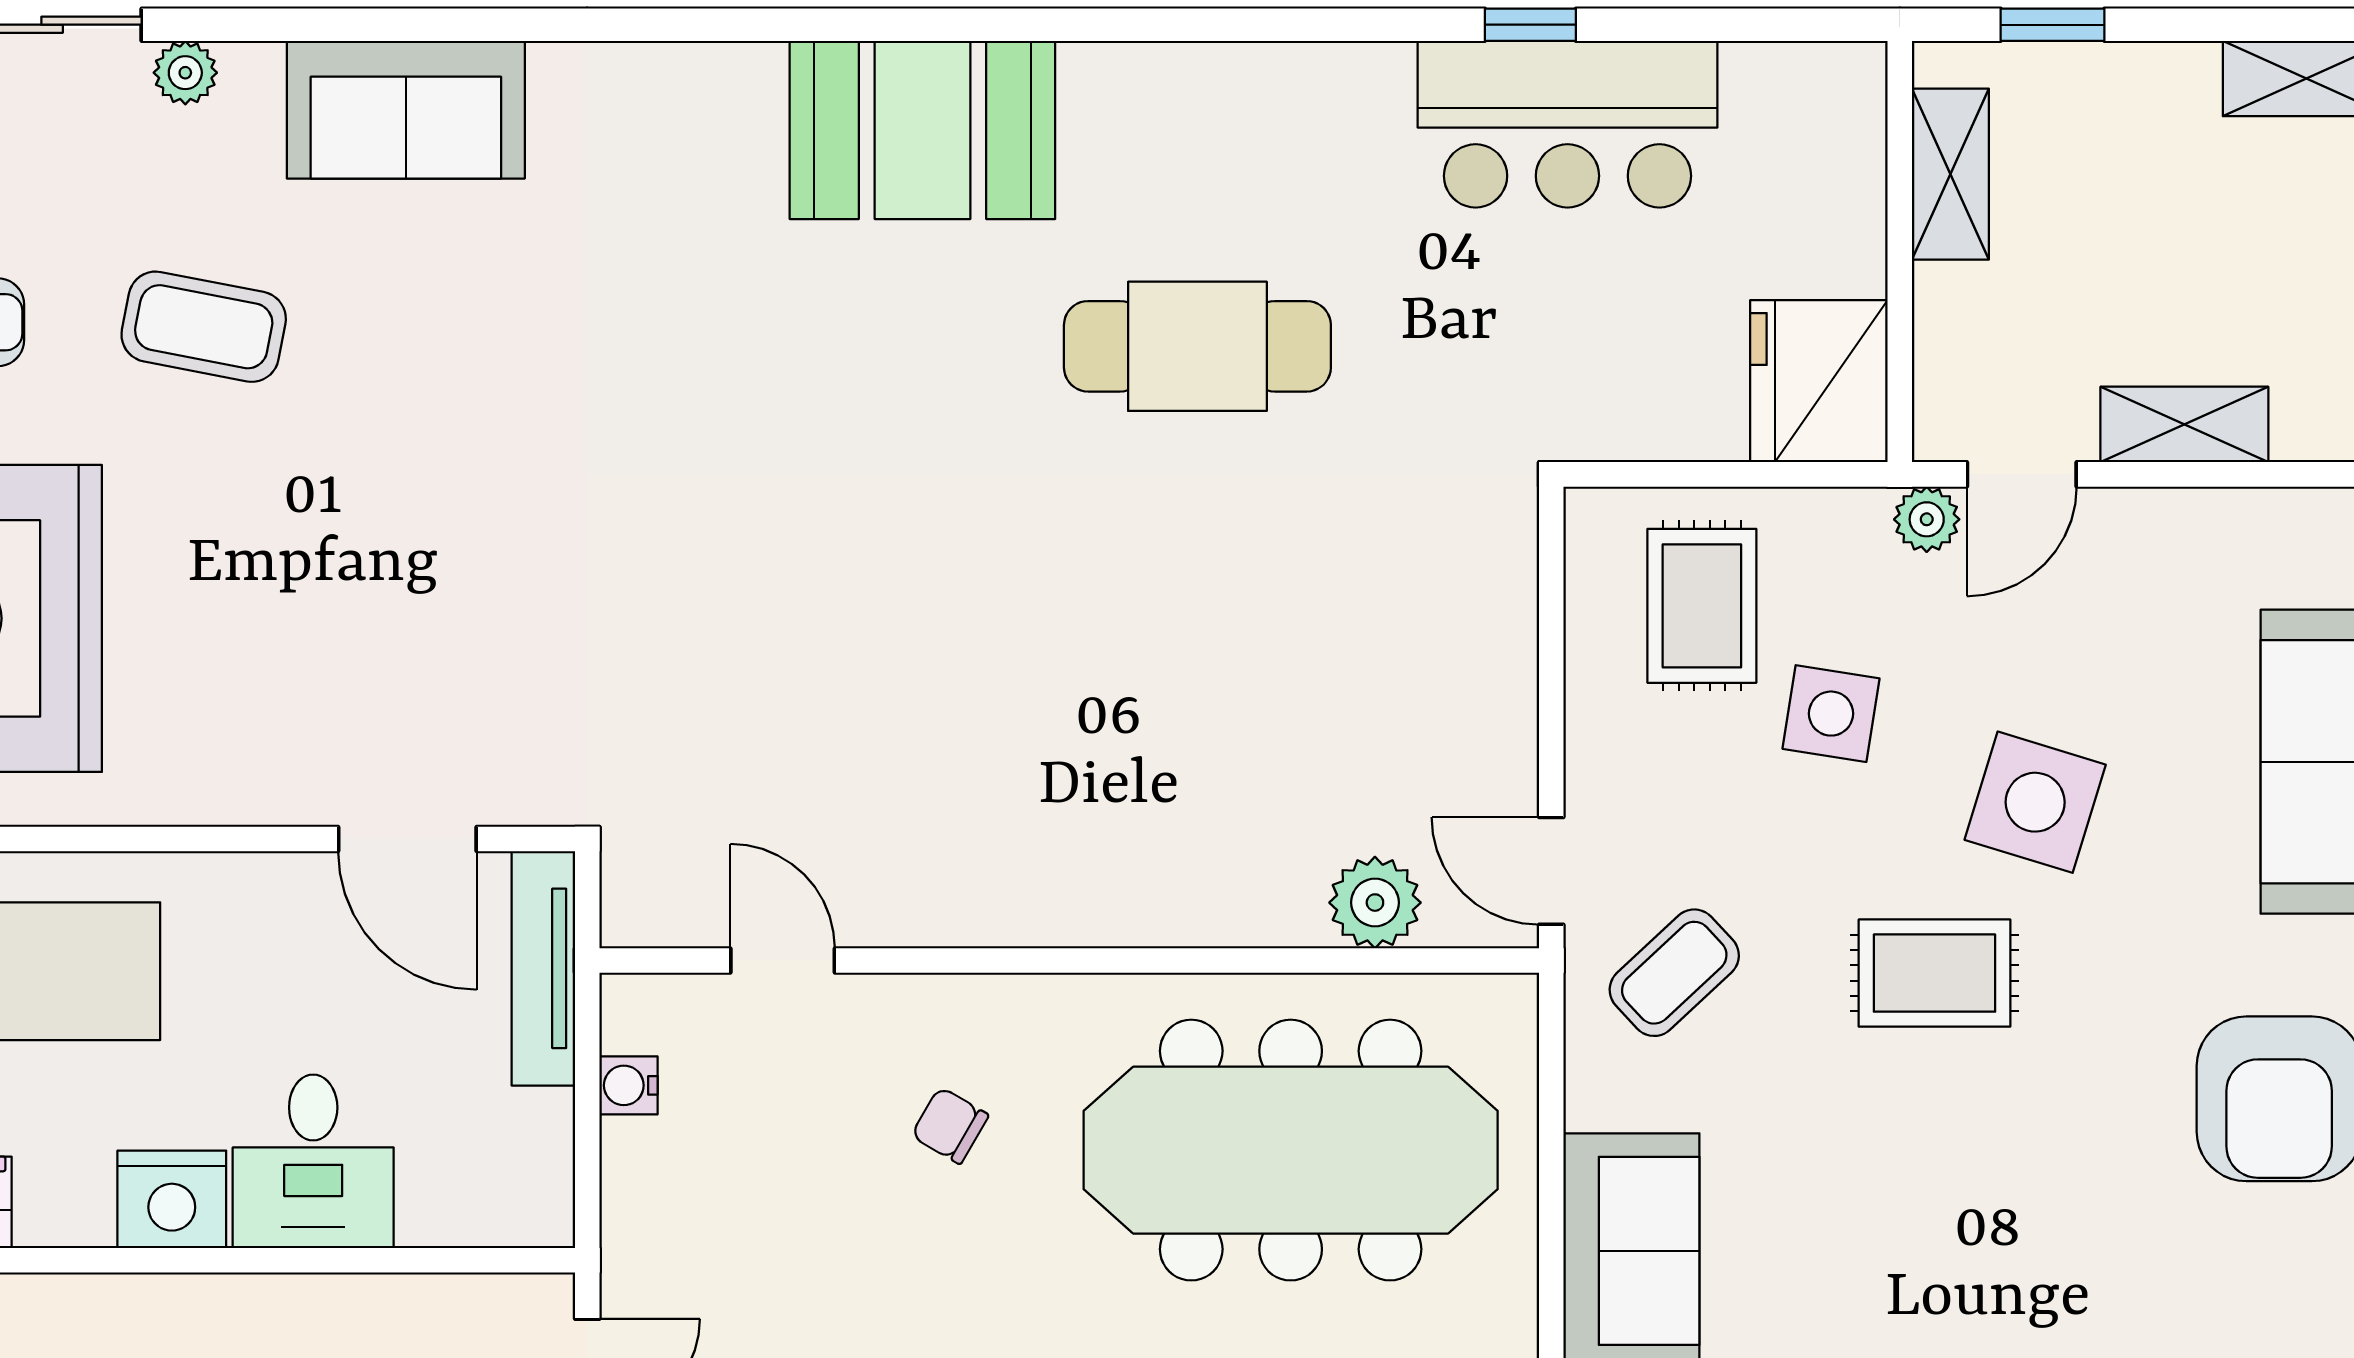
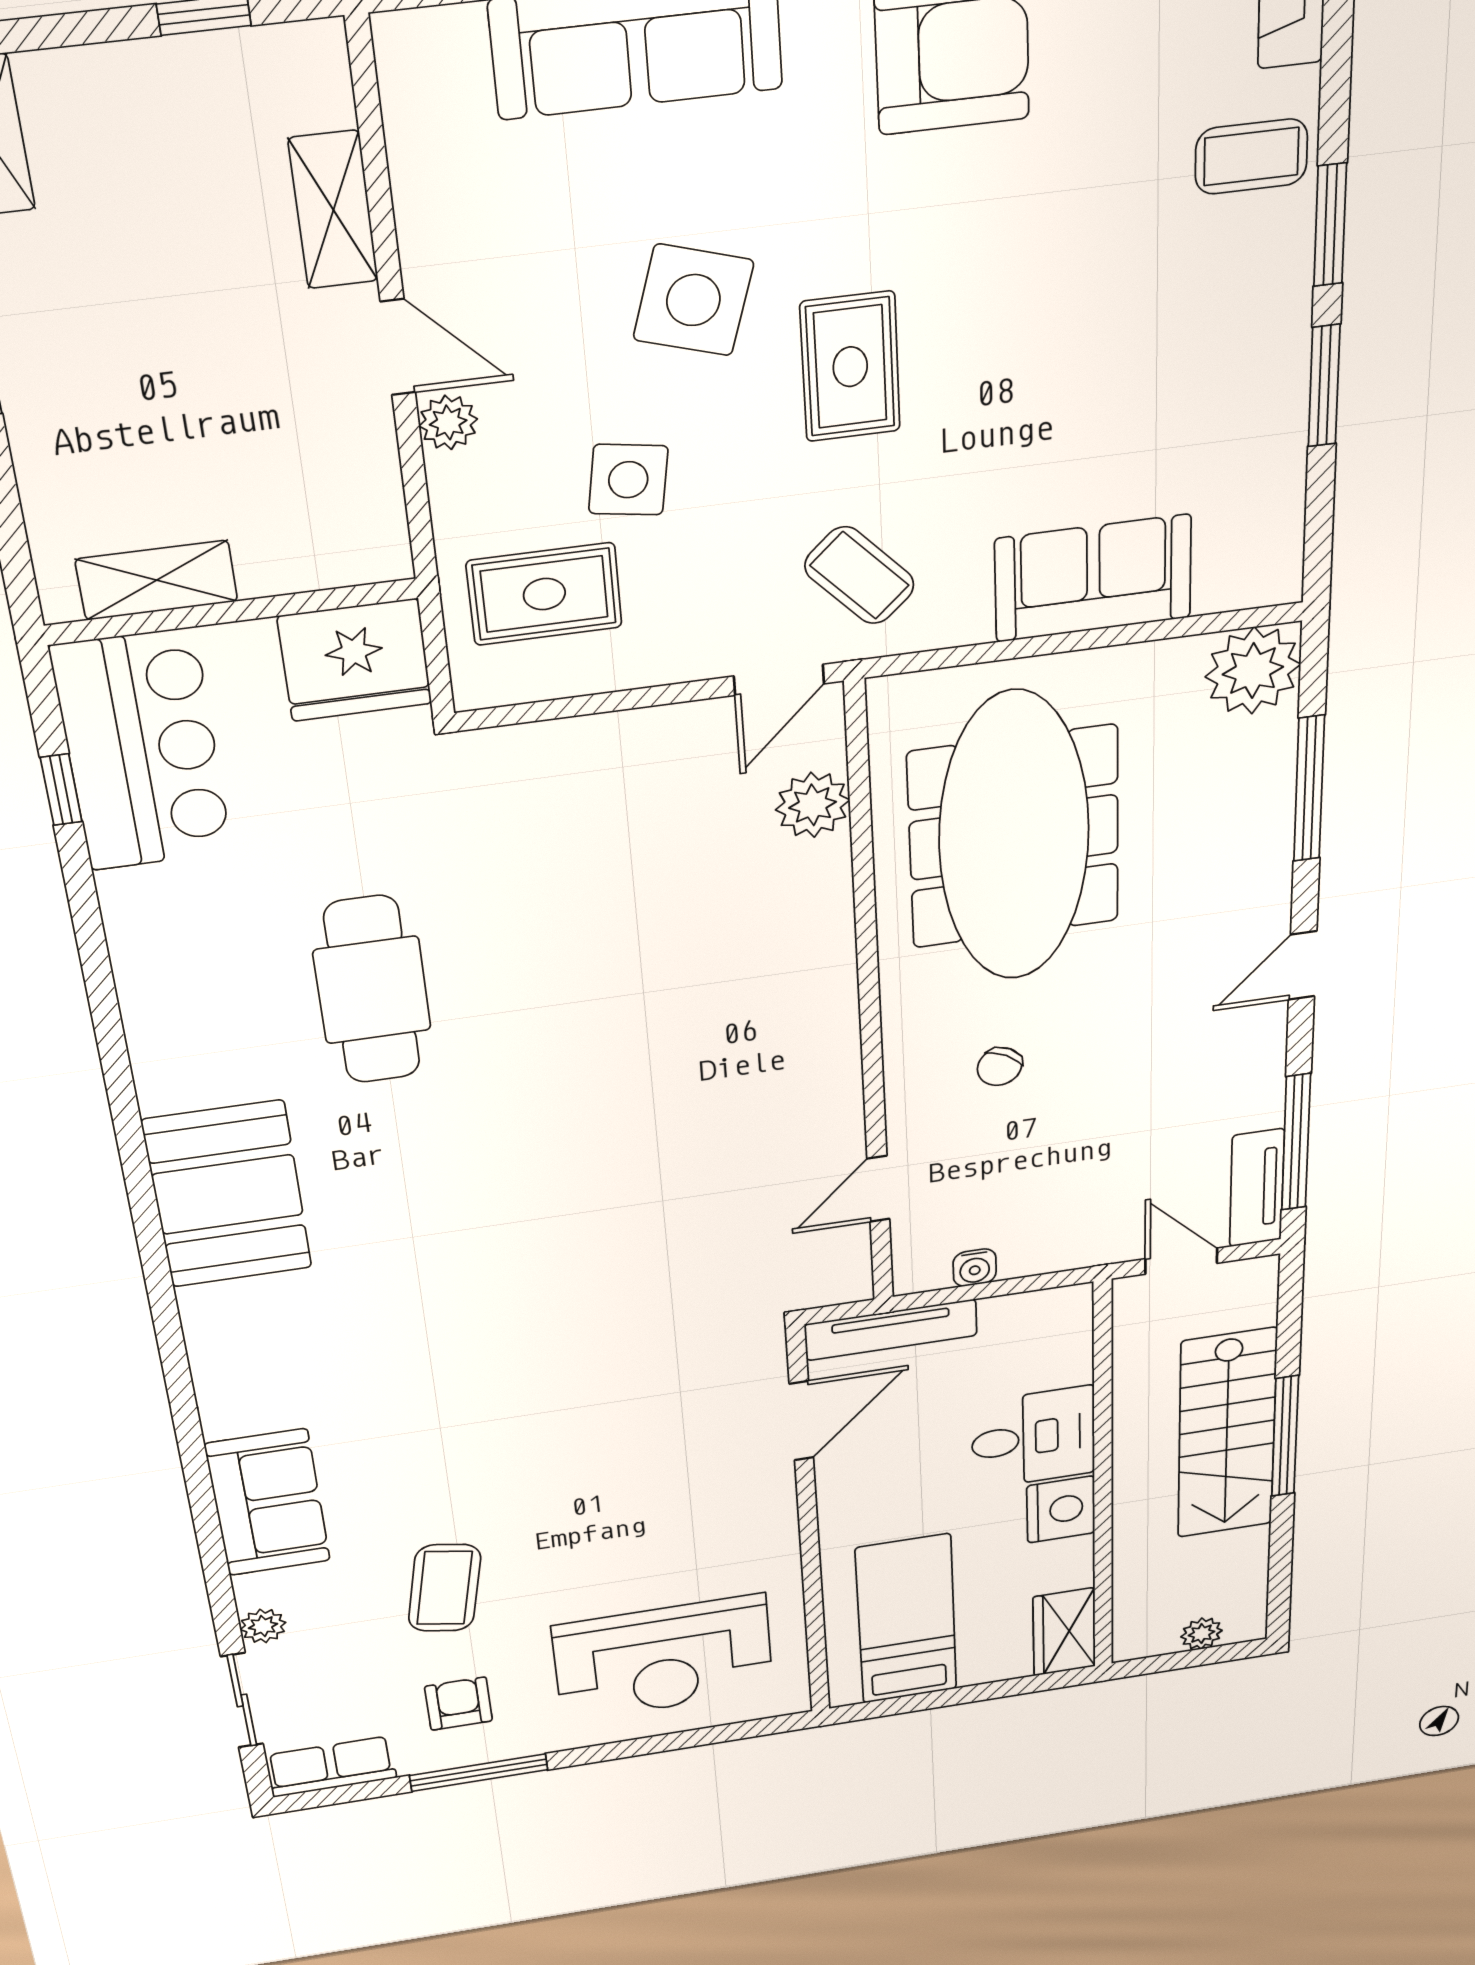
shelving: (1950, 174) -> (157, 580), moved
wall: (1900, 252) -> (232, 612), moved
fridge: (1819, 381) -> (355, 660), moved

